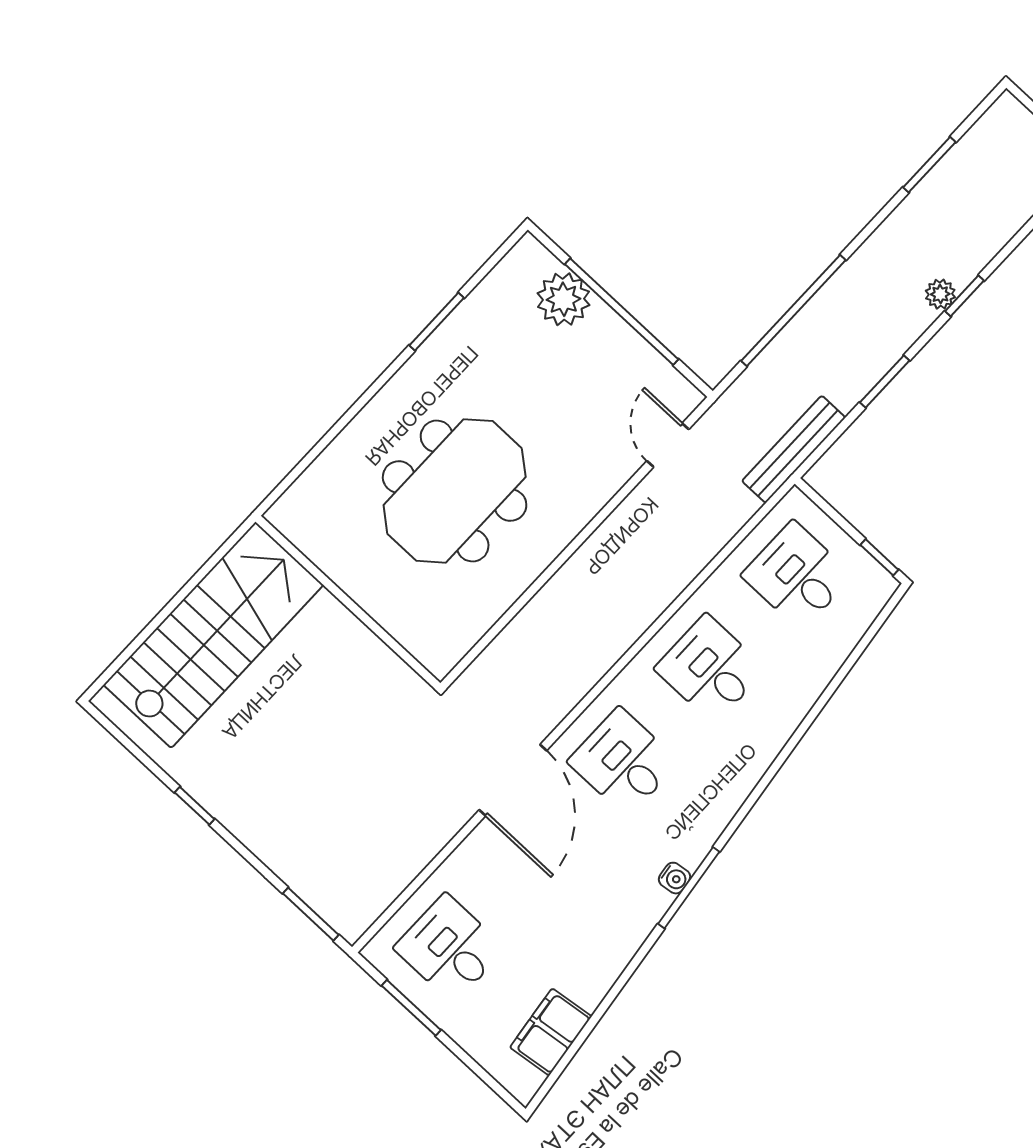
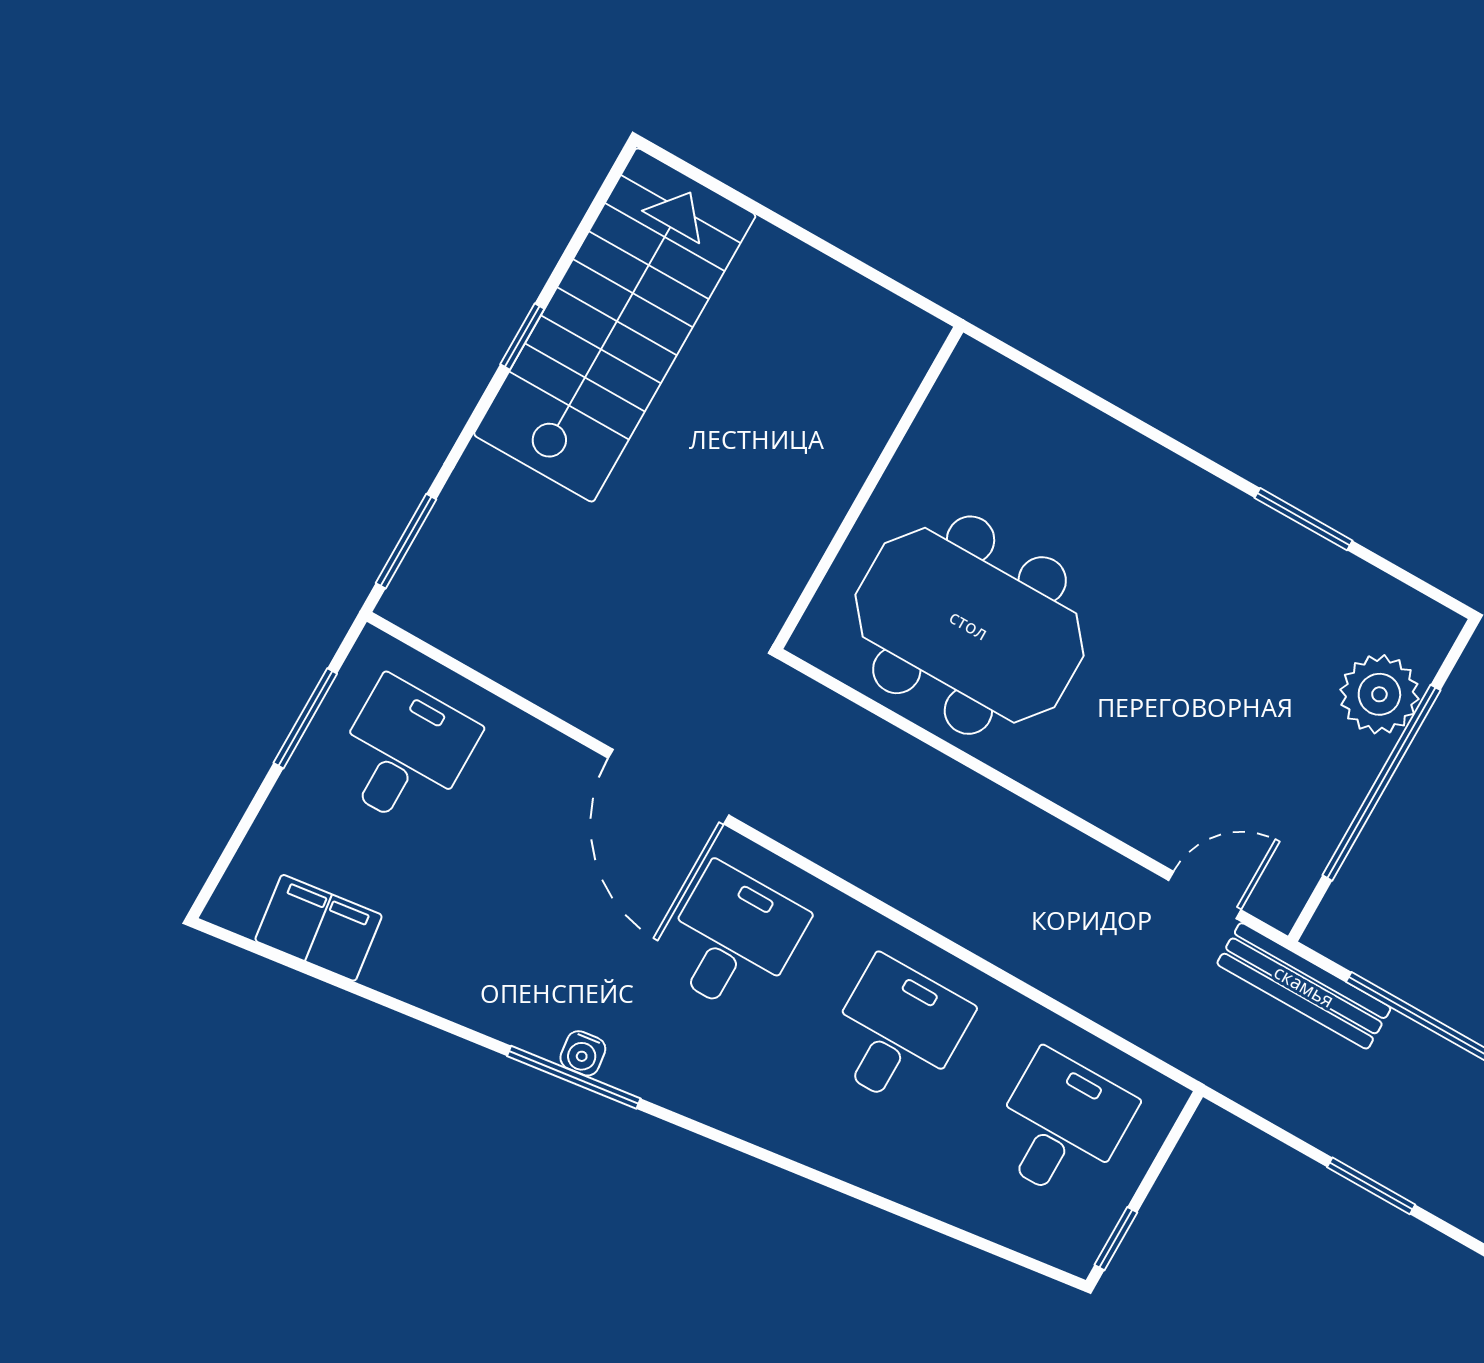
bench: (794, 449) -> (1304, 986), moved
meeting table: (455, 491) -> (969, 625), moved
stairs: (213, 635) -> (615, 325), moved, turned -90
door: (513, 780) -> (668, 787), hinge flipped

